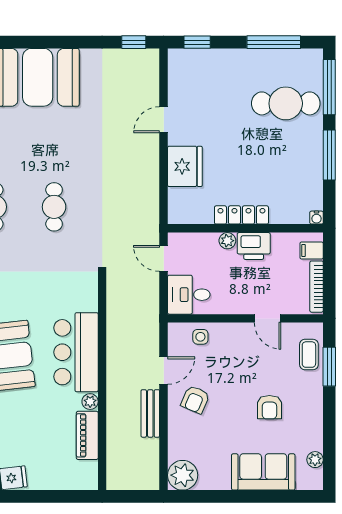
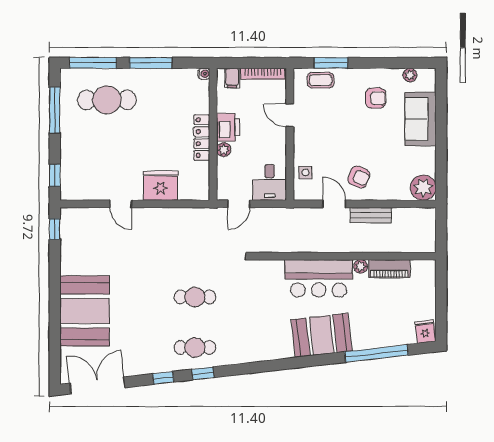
cafe table: (286, 103) -> (107, 100), turned 90
door: (268, 318) -> (290, 115), swing flipped
armchair: (269, 407) -> (376, 98), moved

